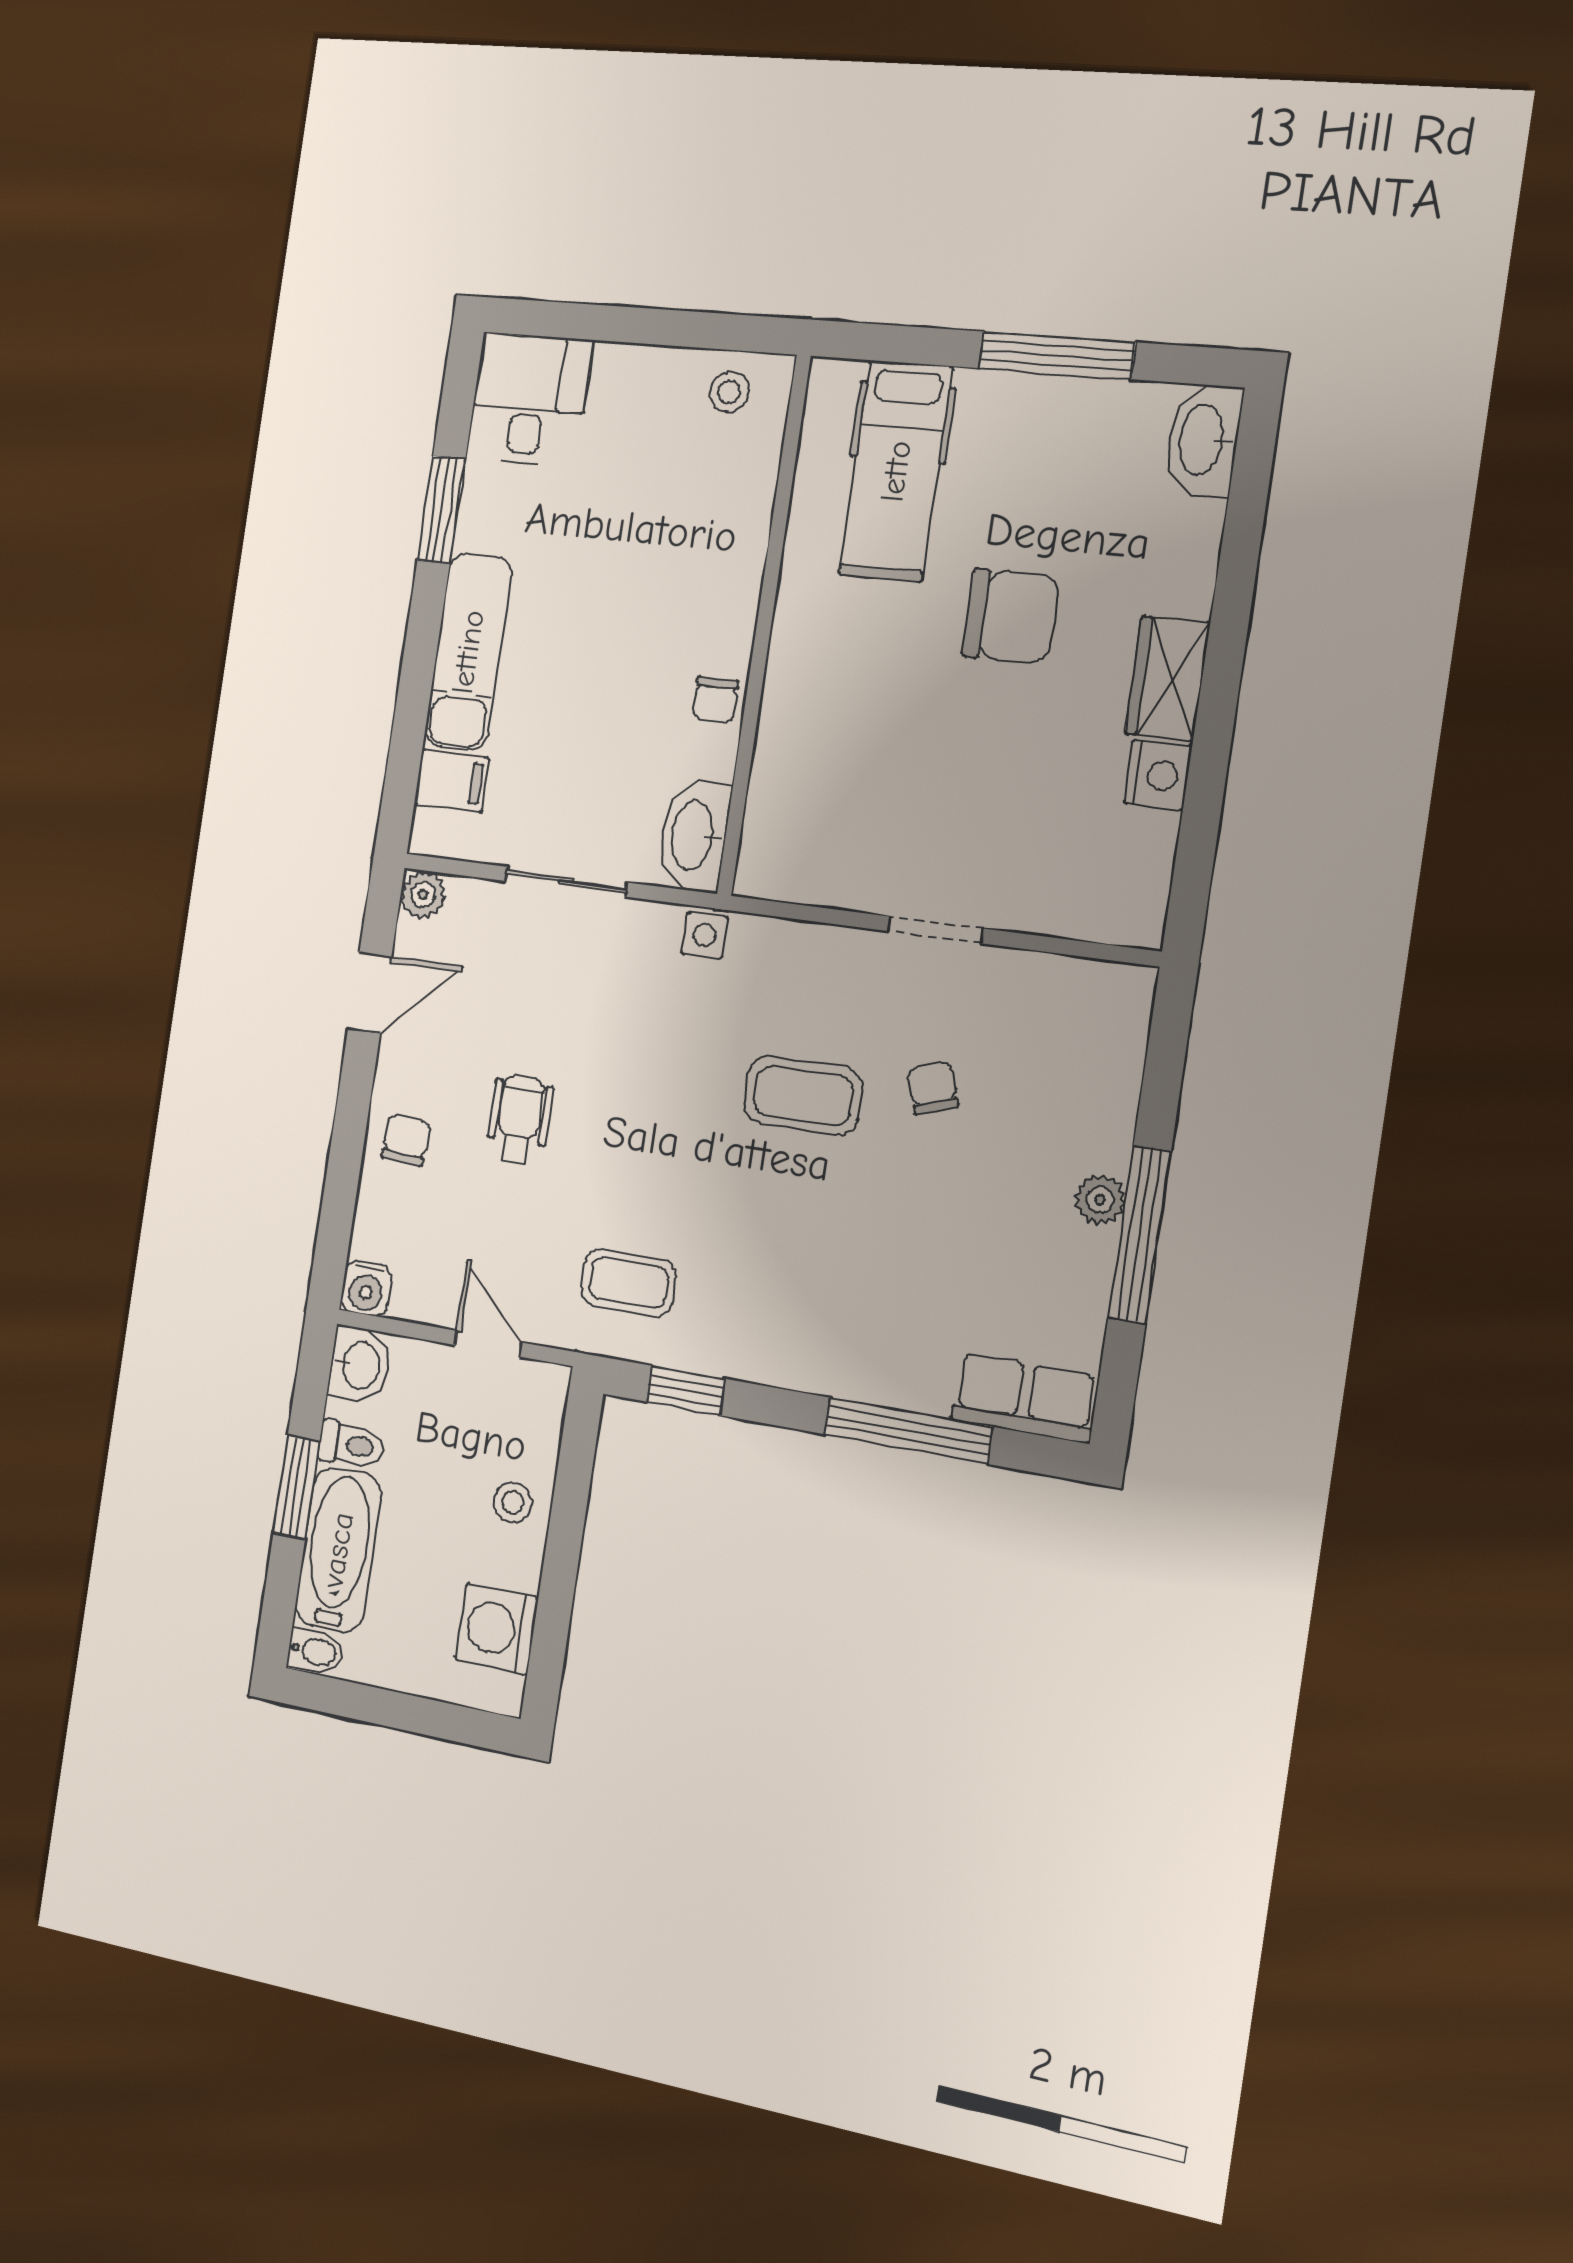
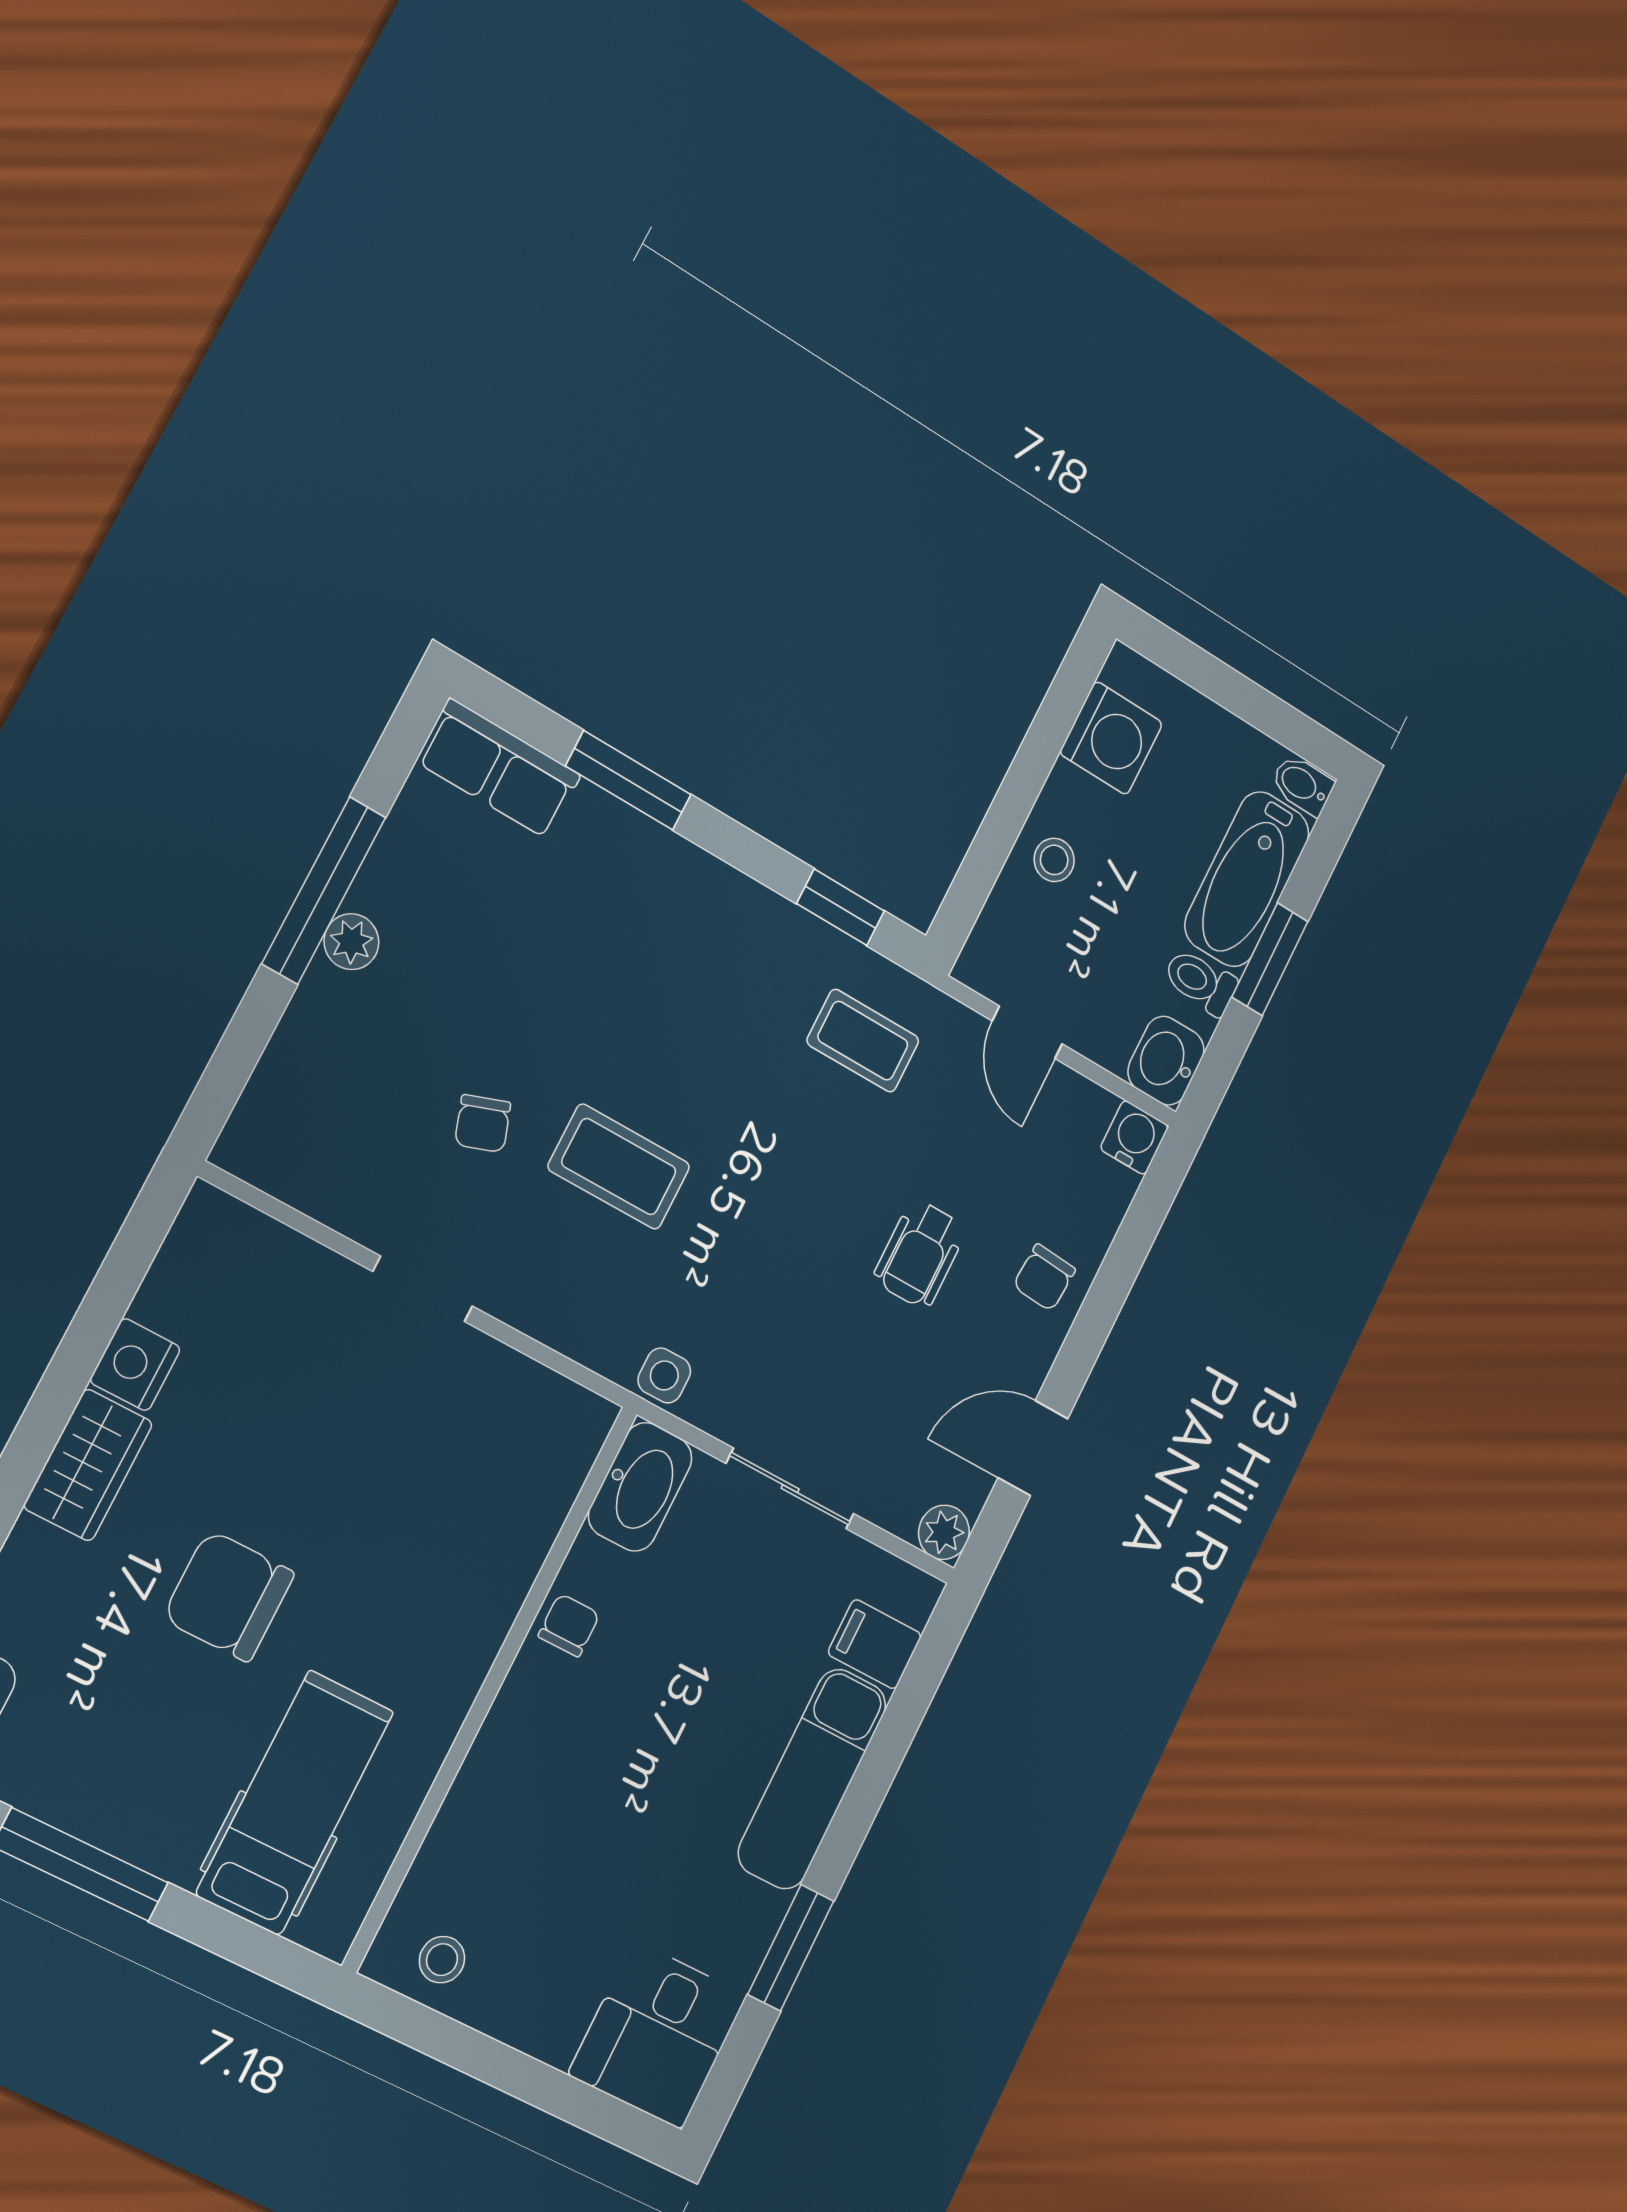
window: (908, 1431) -> (628, 780), width x0.69

